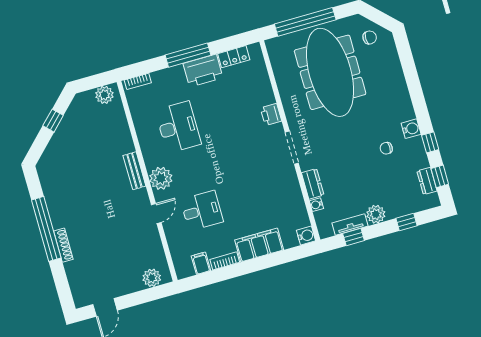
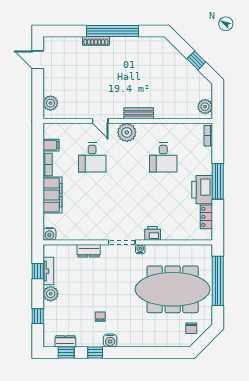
desk: (178, 127) -> (163, 157), width x0.73
water cooler: (316, 205) -> (140, 249), moved

